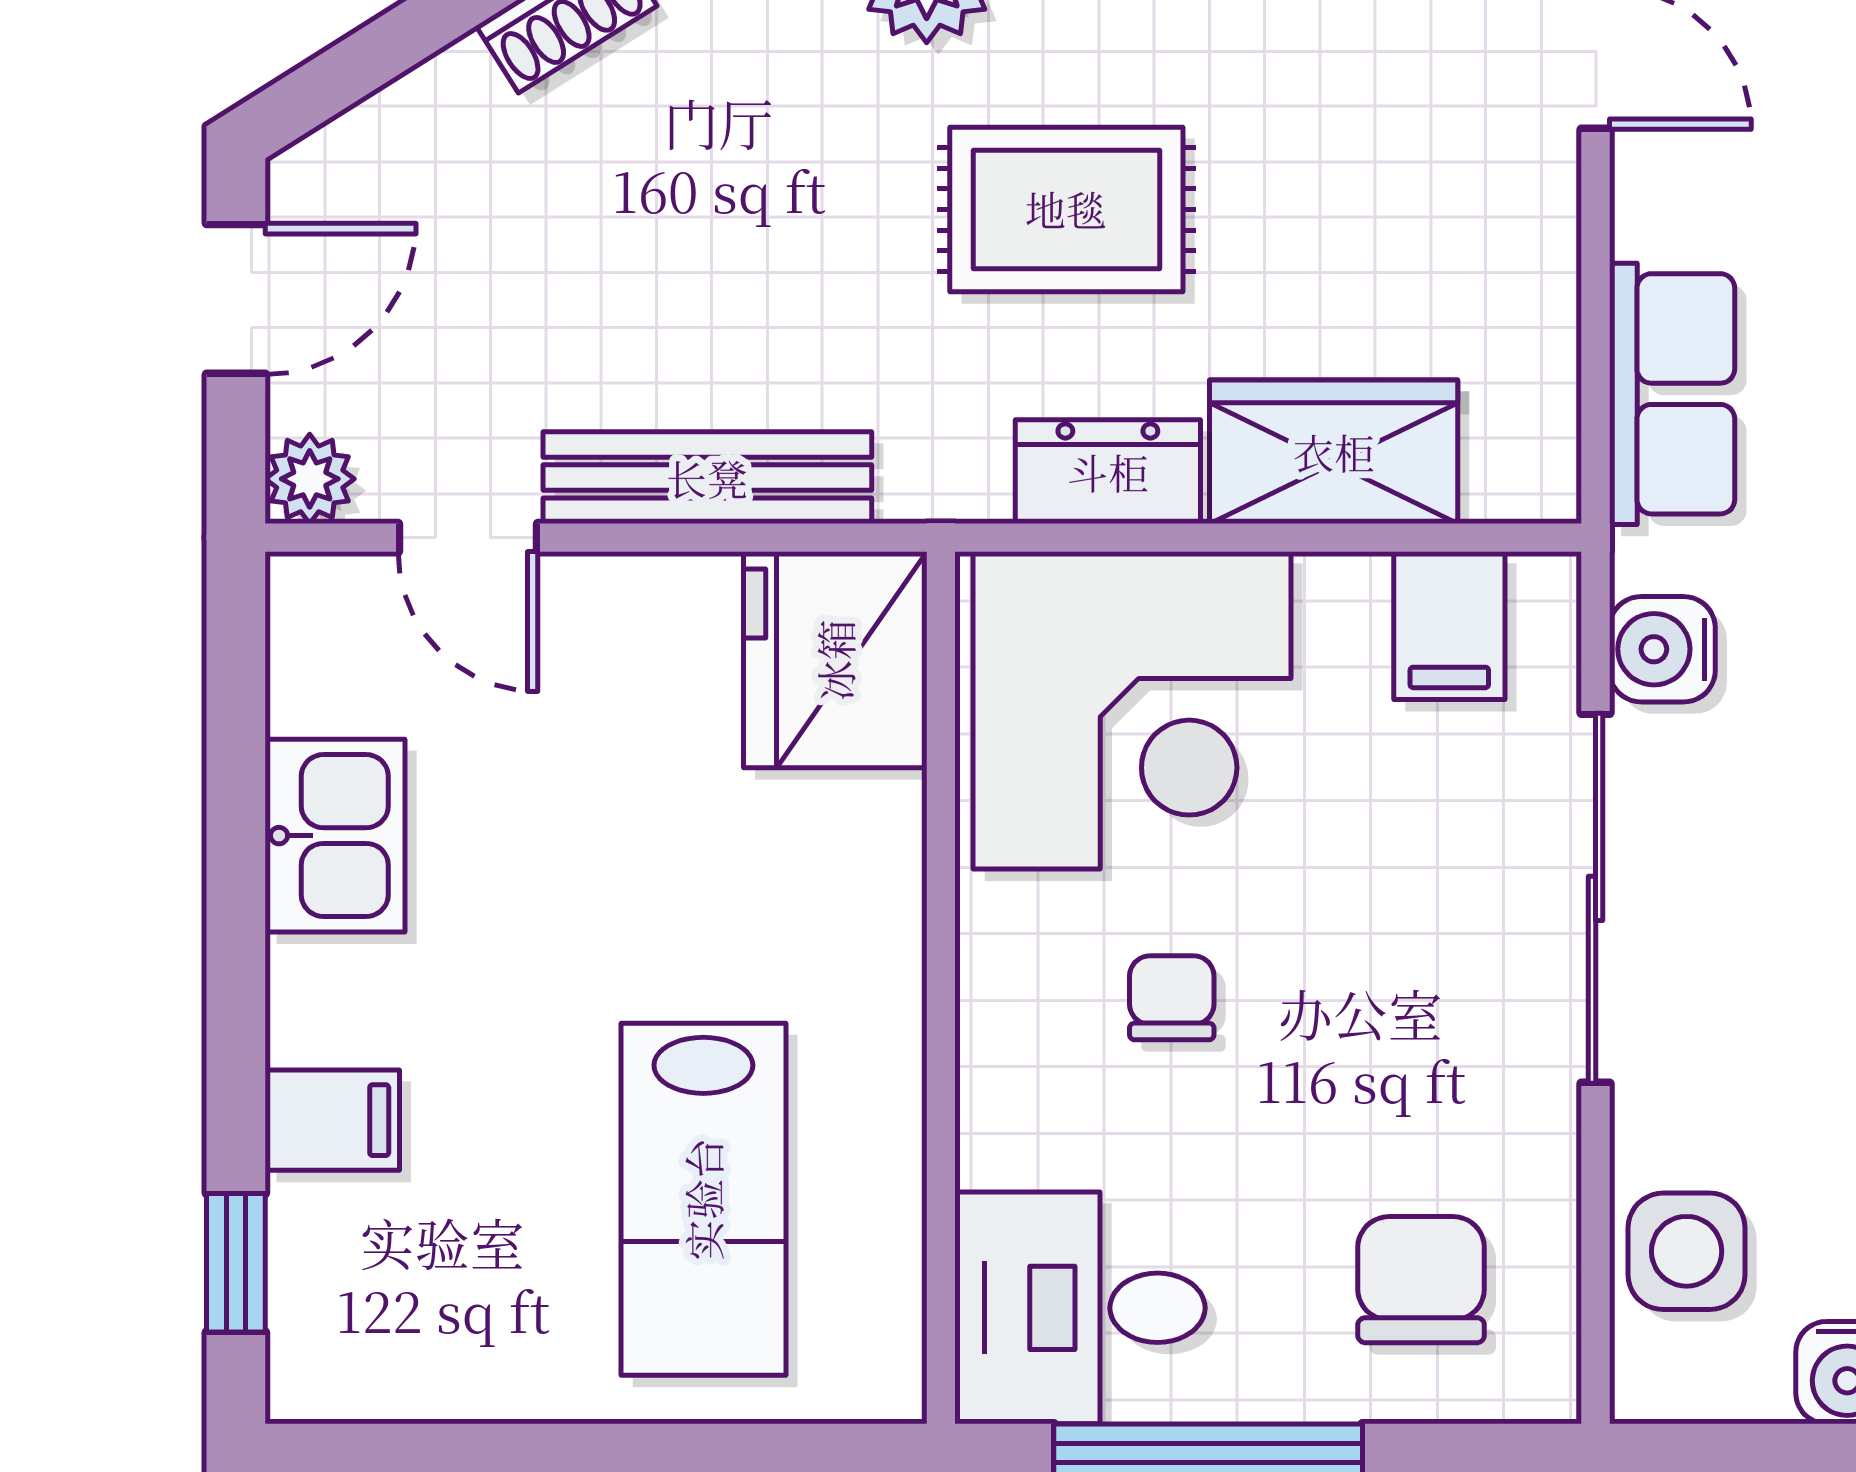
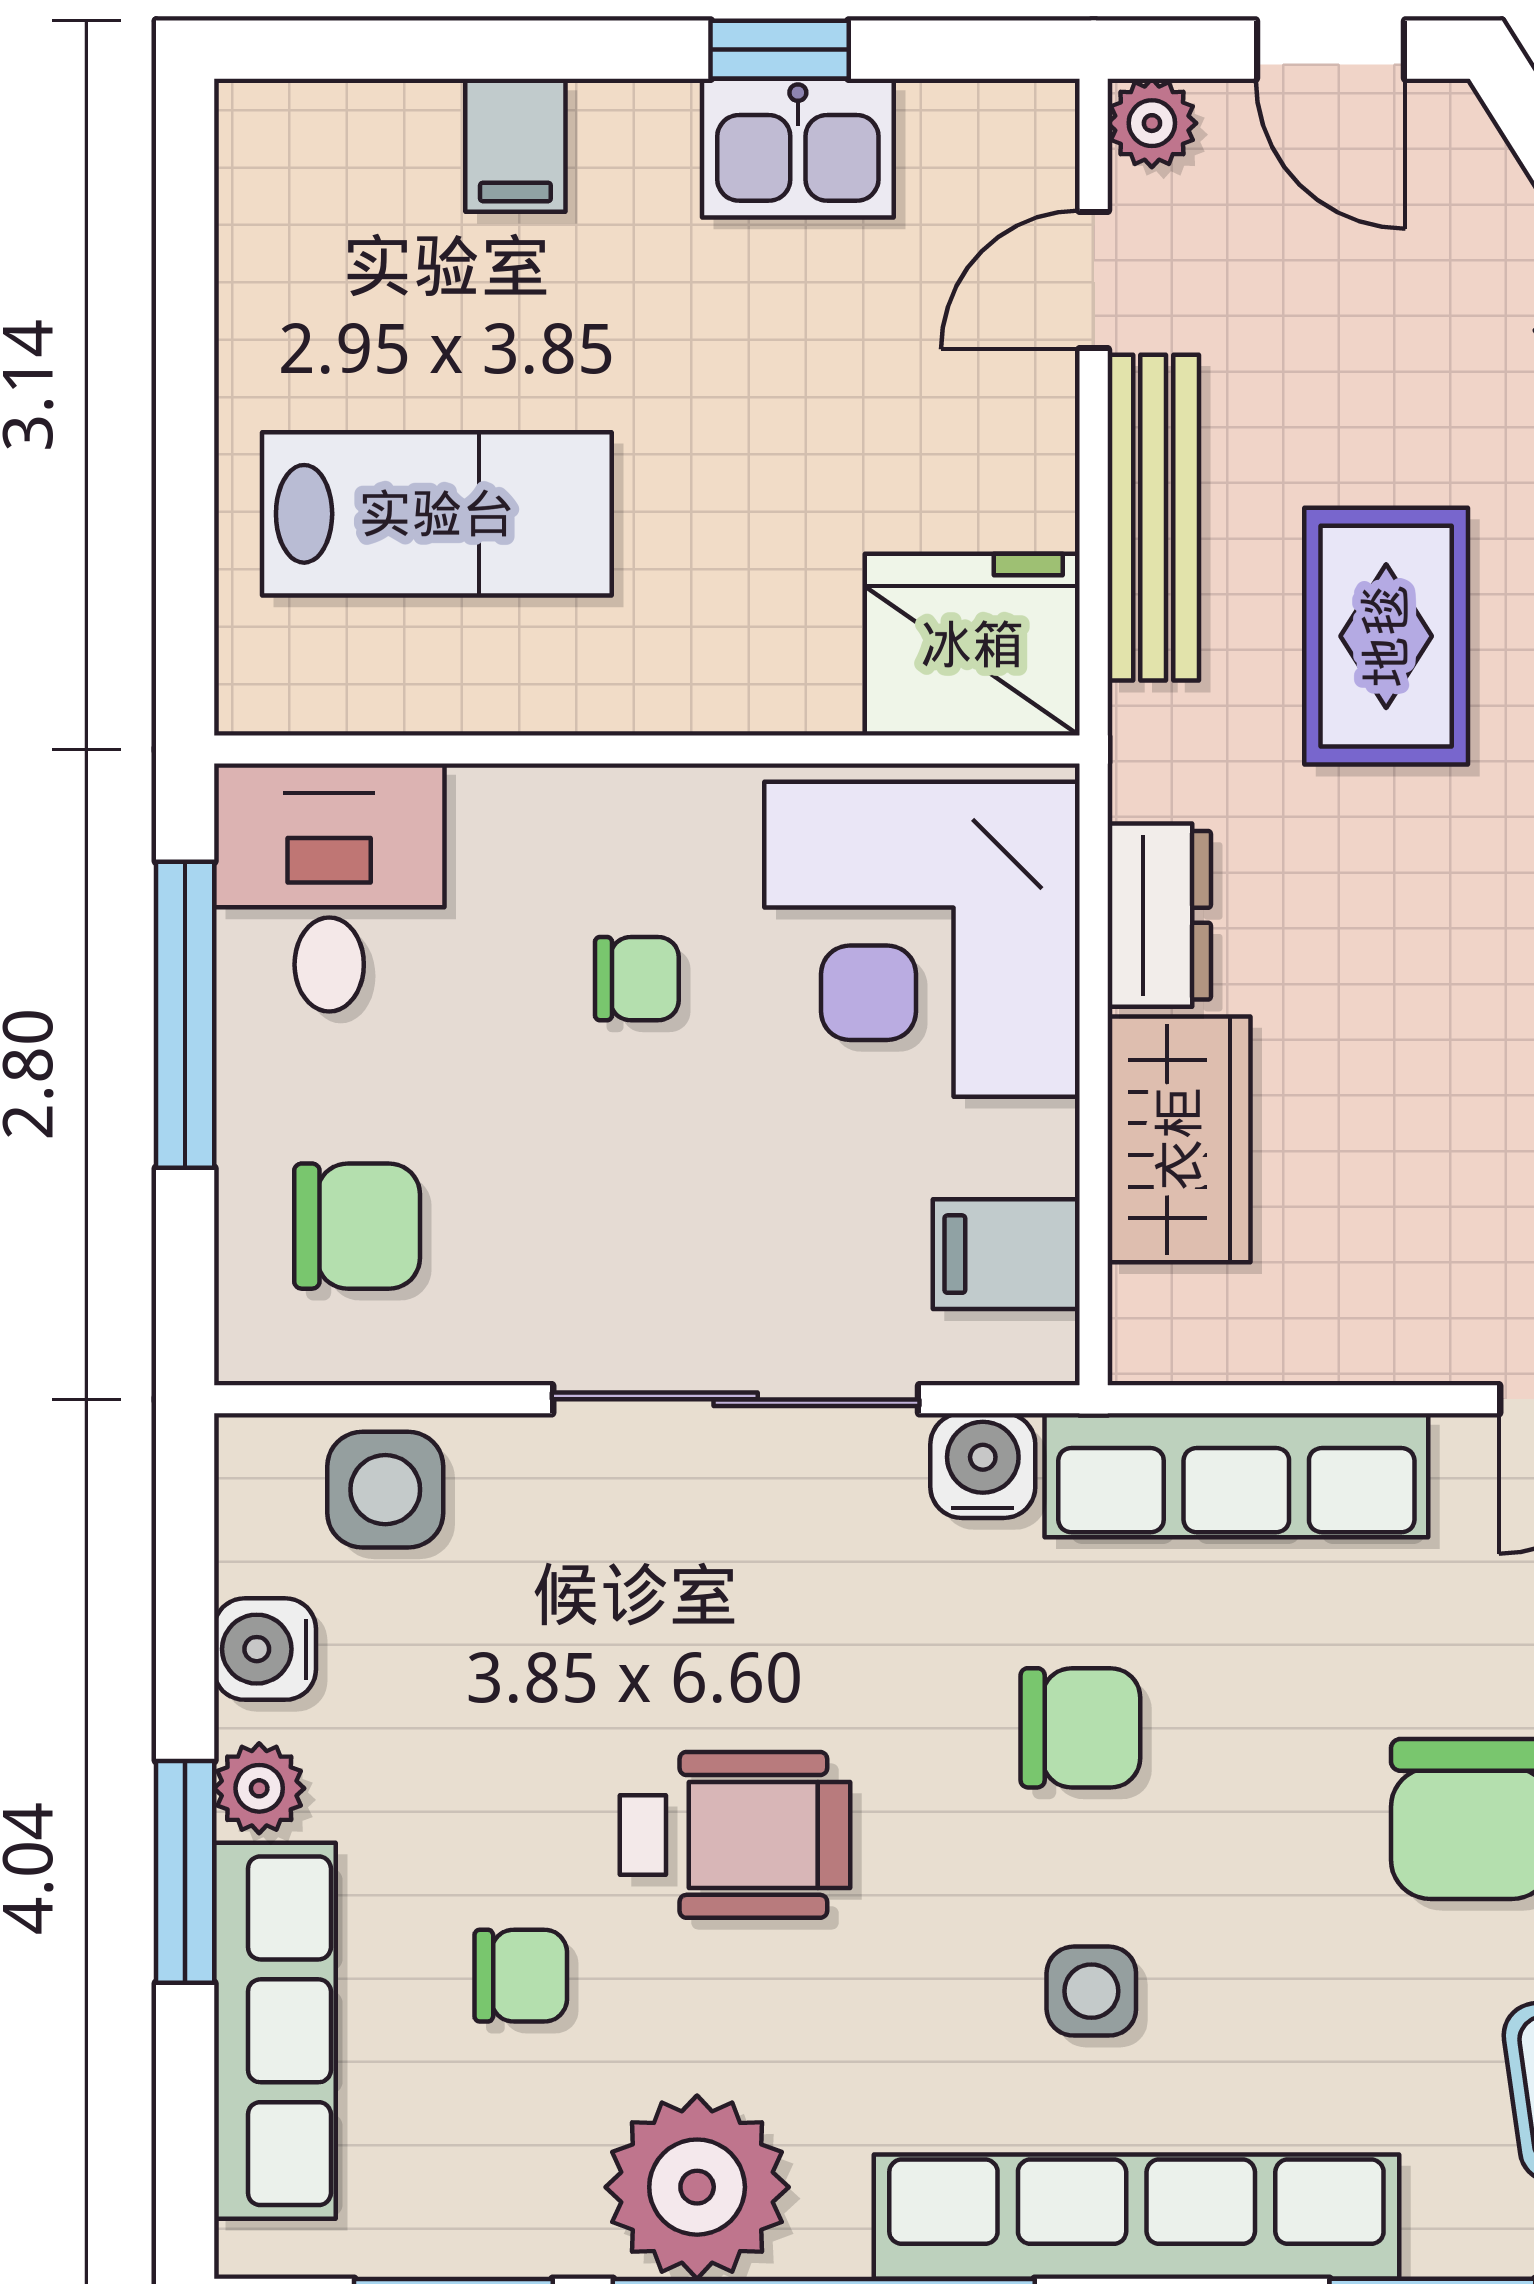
rug: (1066, 209) -> (1386, 636), moved
row of seats: (1672, 394) -> (1236, 1475), width x1.48
lab bench: (703, 1199) -> (437, 514), turned 180
window: (236, 1263) -> (780, 50), moved

